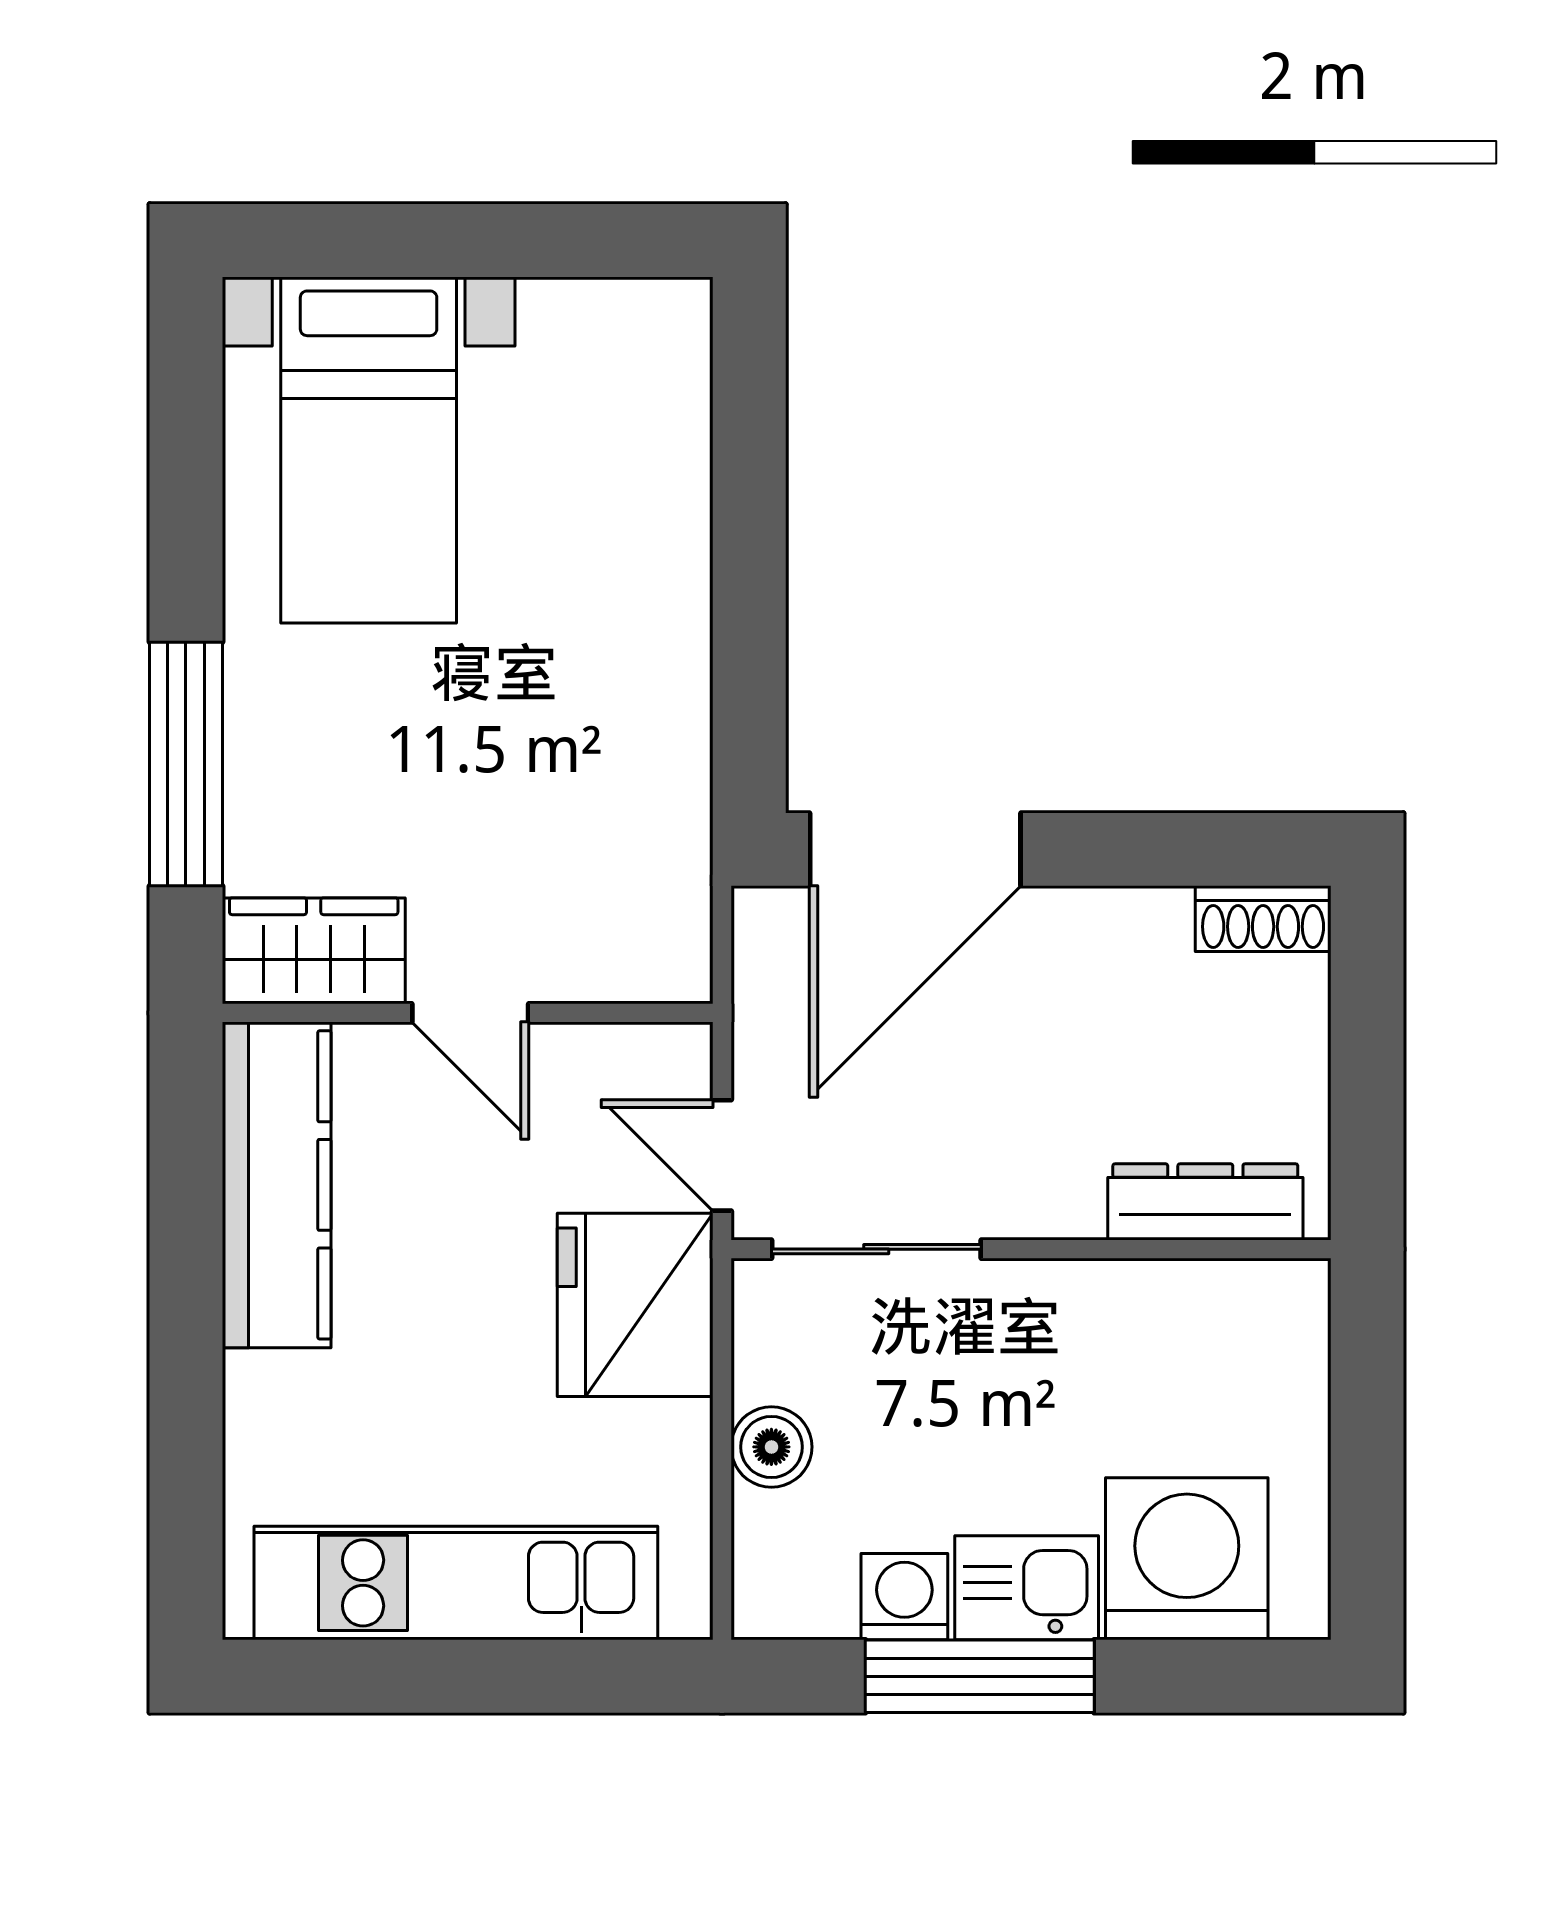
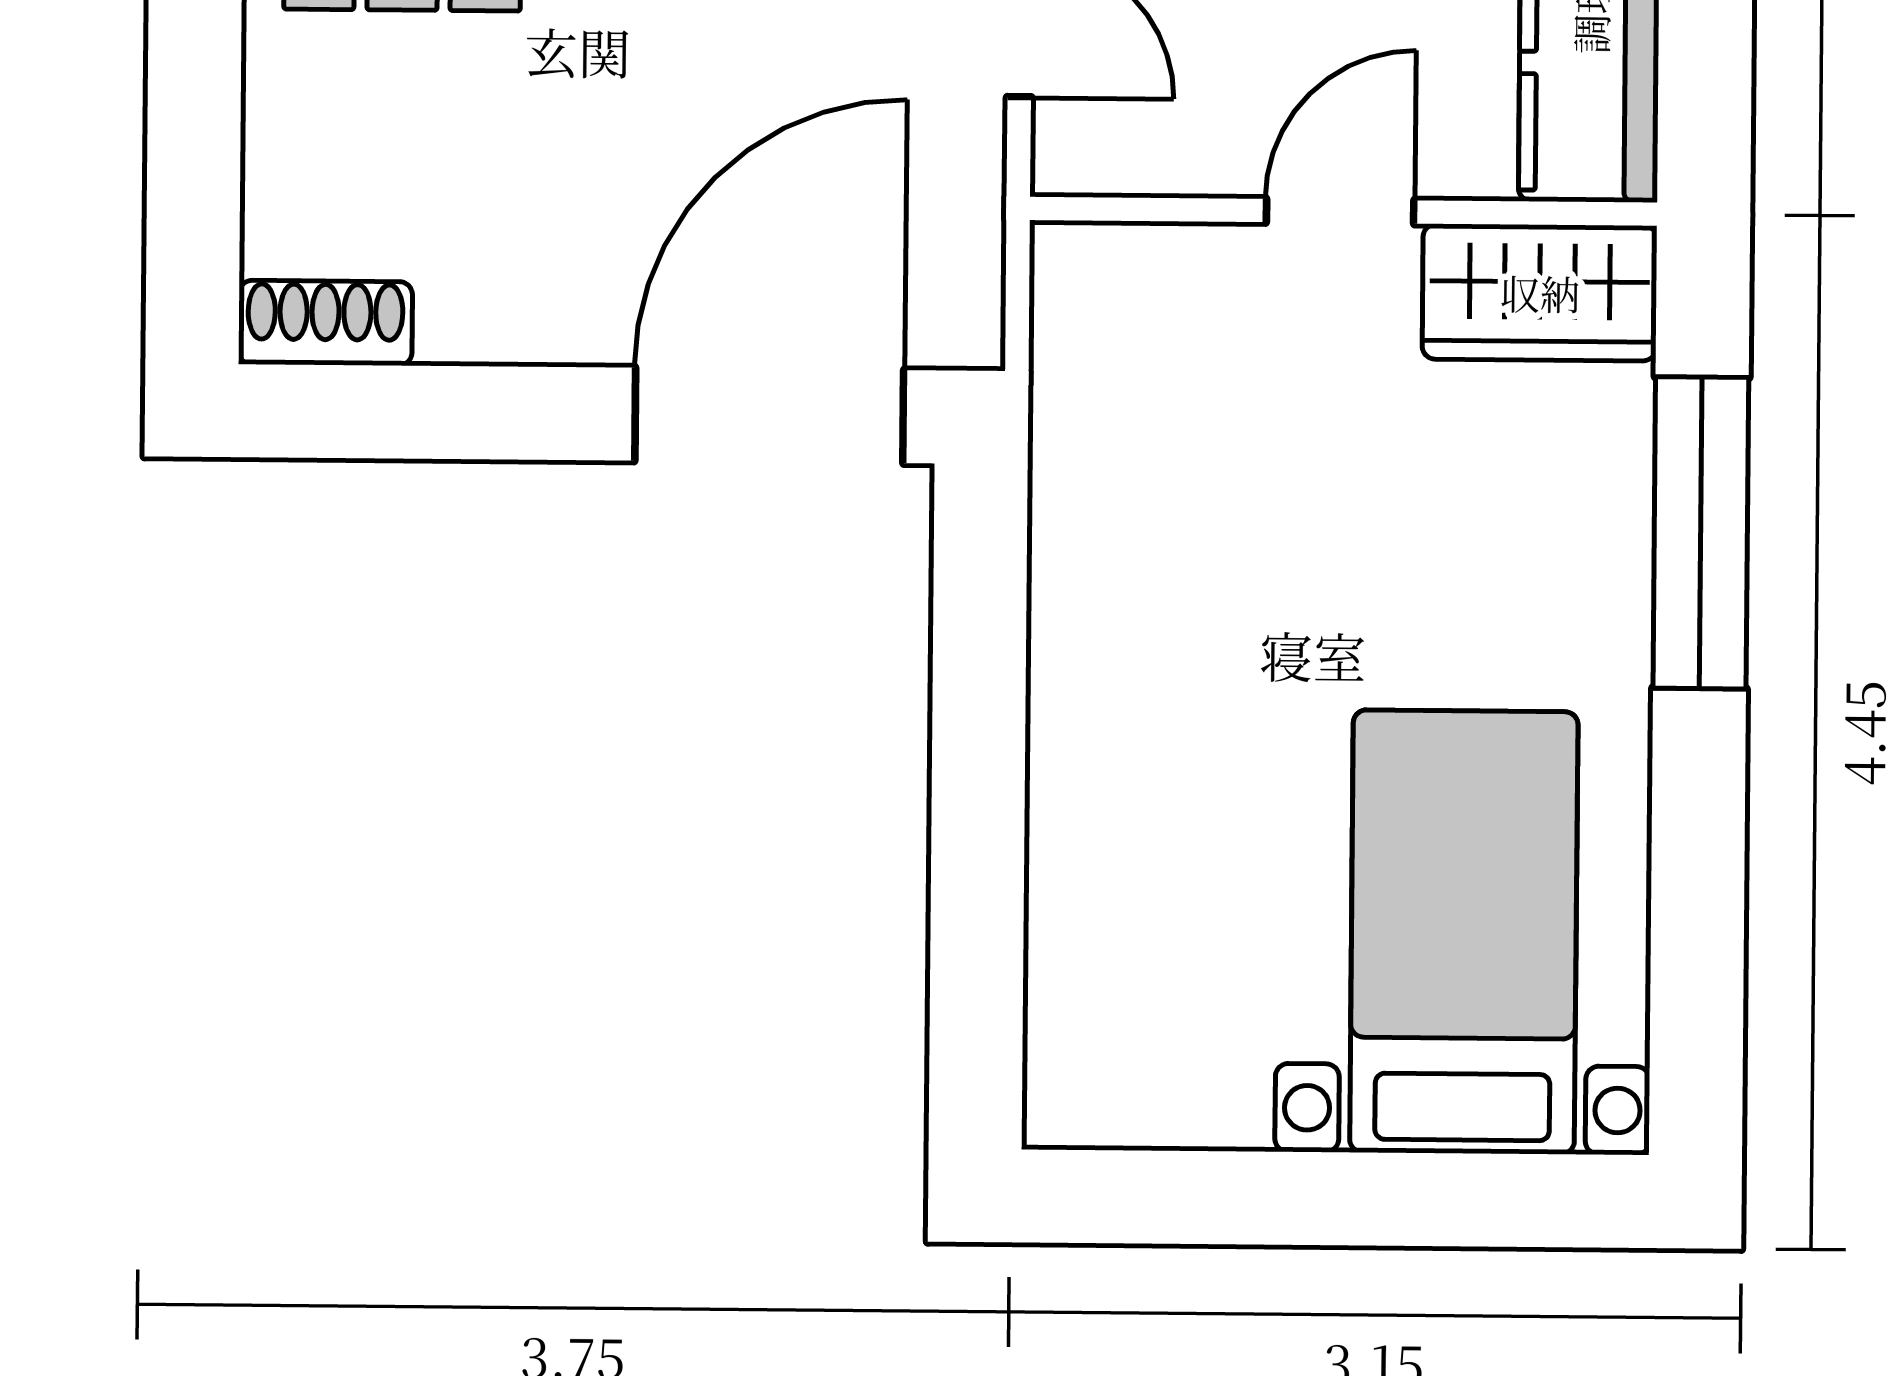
door: (470, 1013) -> (1340, 211), hinge flipped

